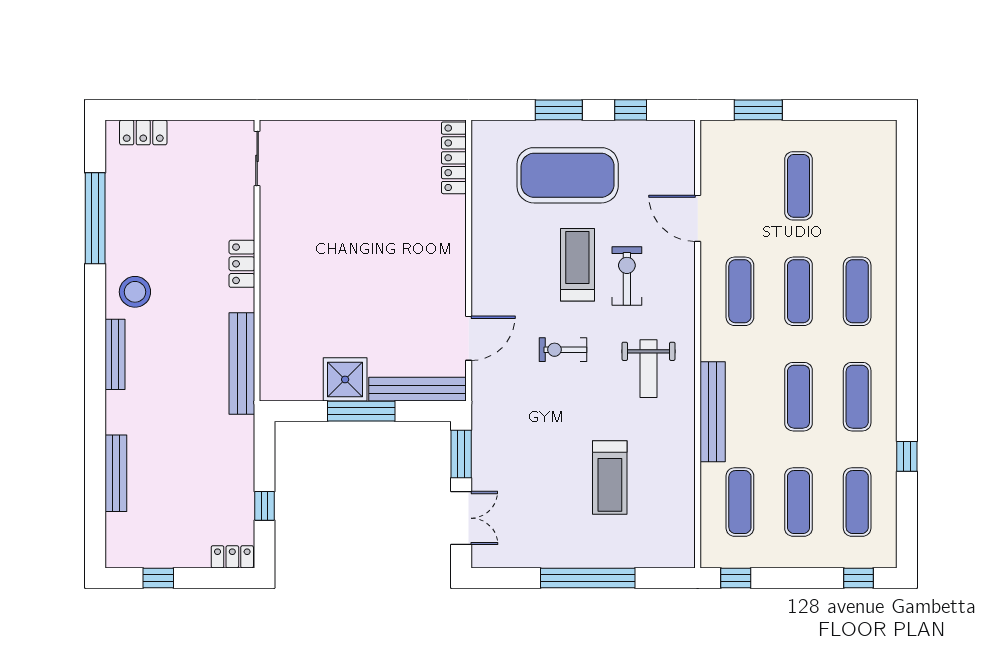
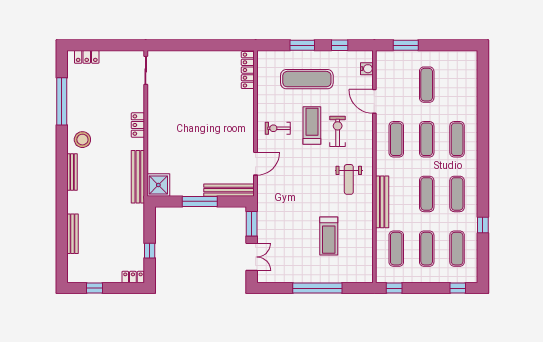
water cooler: (683, 155) -> (367, 69), added
exercise mat: (568, 175) -> (307, 79), width x0.68
exercise bike: (563, 350) -> (278, 128), moved
shower: (345, 379) -> (158, 185), moved

